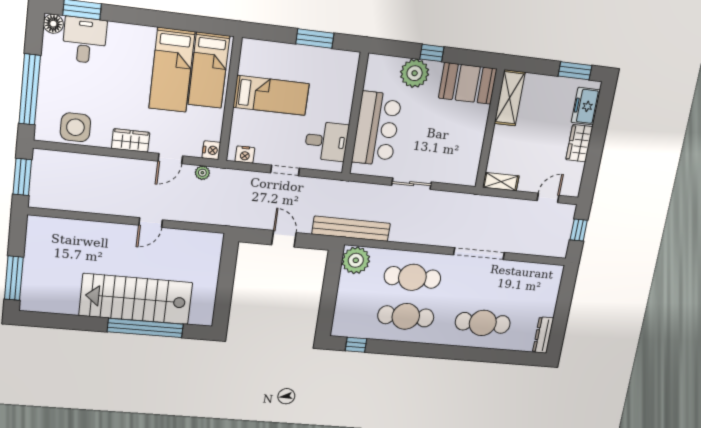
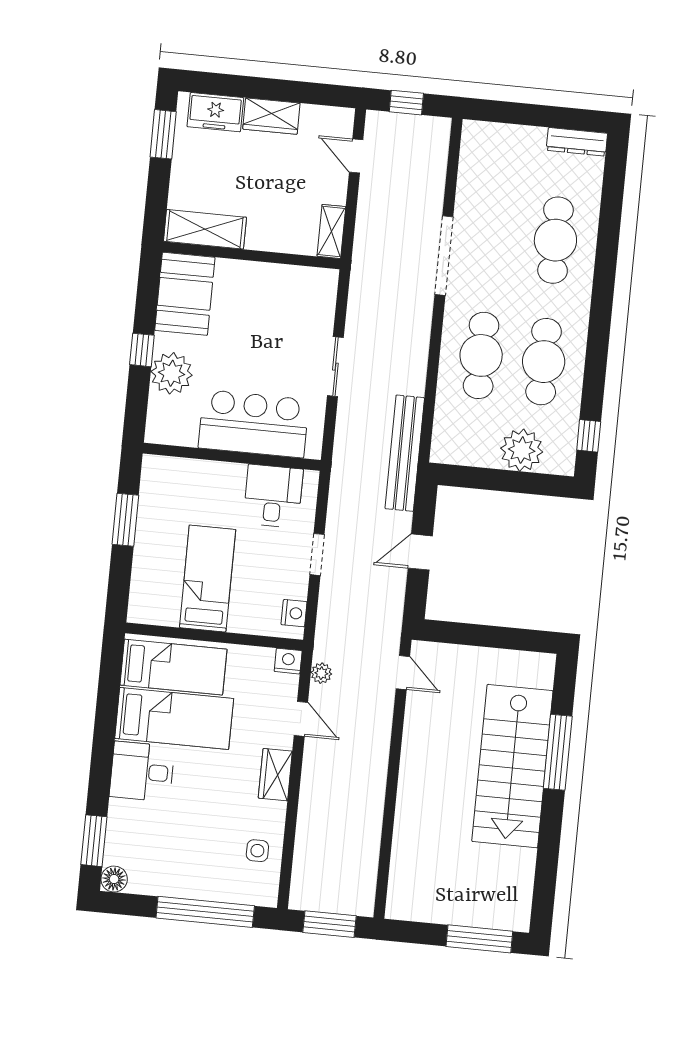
desk: (84, 40) -> (142, 772), moved
side table: (75, 127) -> (257, 851), width x0.54, depth x0.54
door: (151, 223) -> (403, 673), moved
plant: (356, 260) -> (522, 450), moved
window: (145, 328) -> (558, 752), width x0.68

